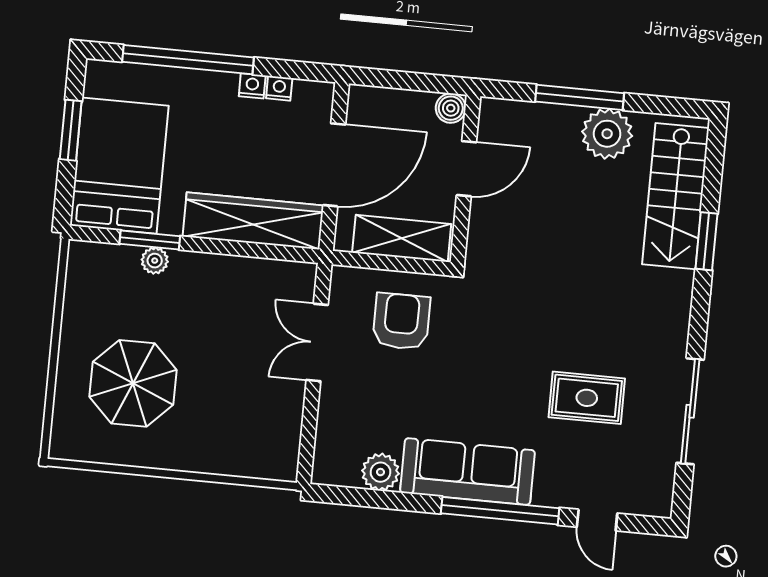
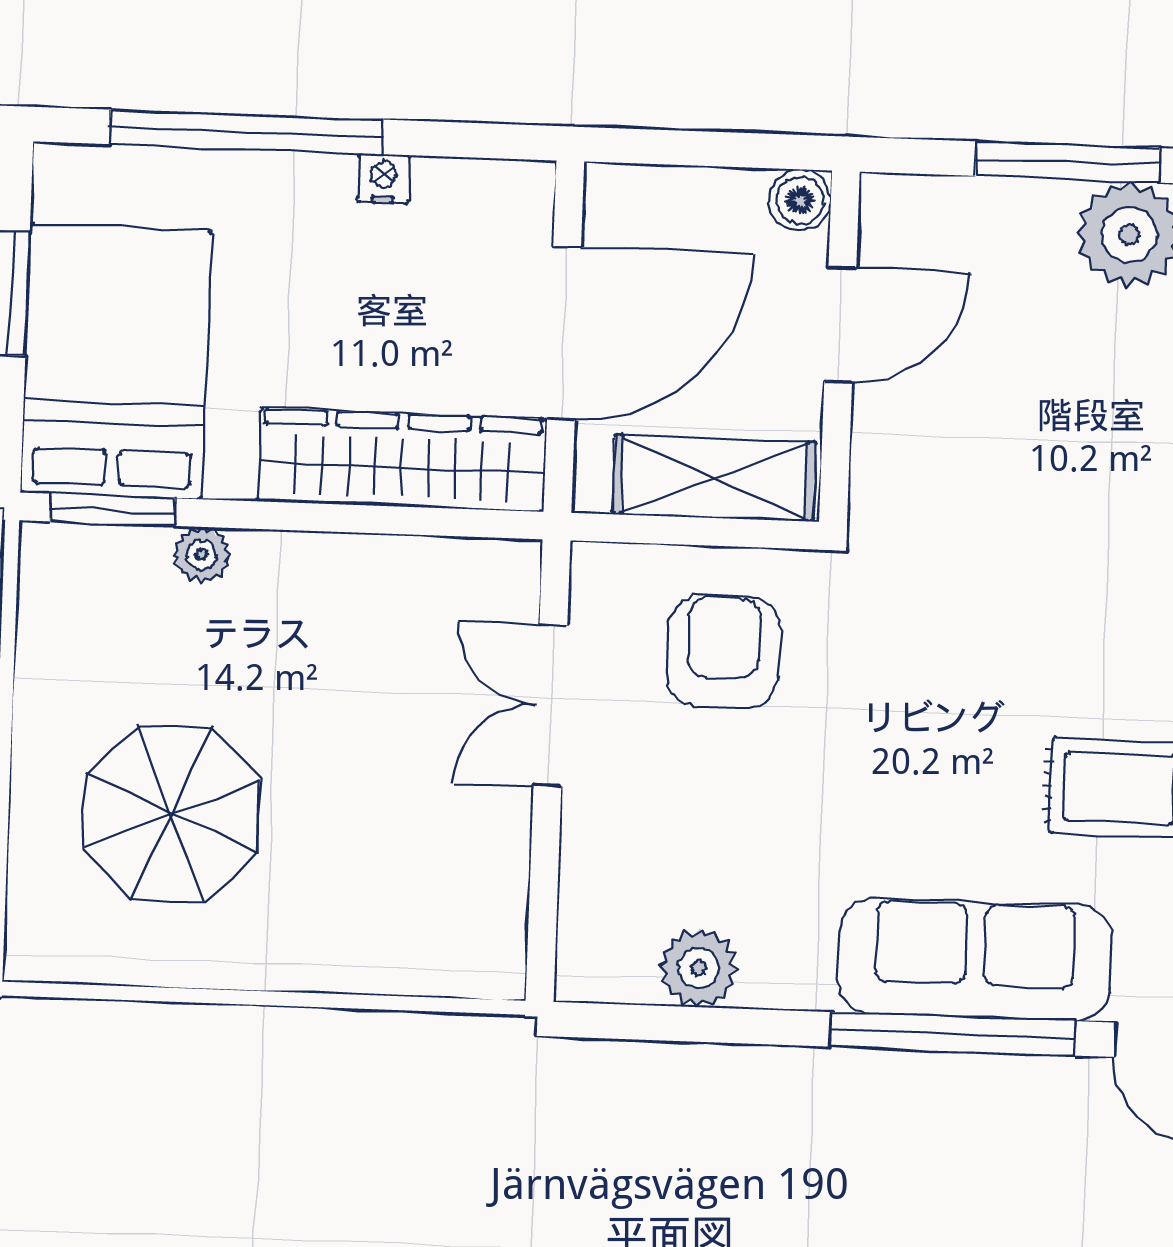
nightstand: (279, 88) -> (440, 180), removed
window: (150, 240) -> (112, 510), moved
sofa: (467, 472) -> (975, 960), moved

